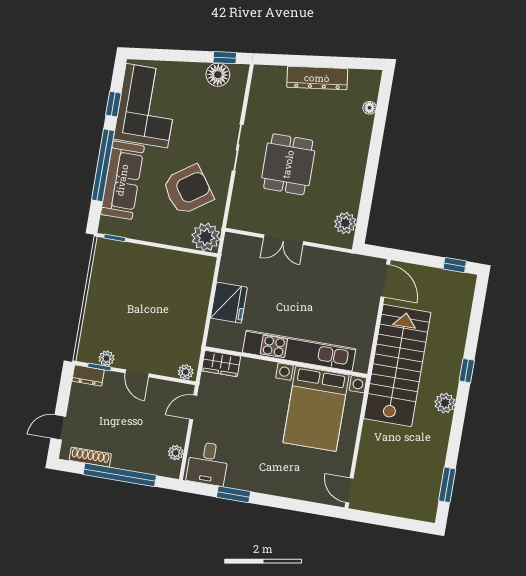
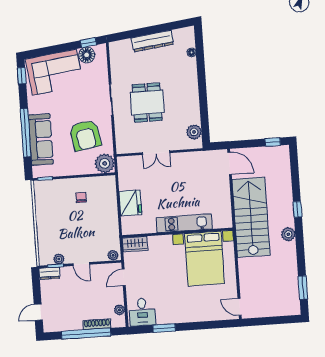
window: (113, 104) -> (22, 76), moved
corner sofa: (147, 106) -> (54, 72), moved, turned 83
armchair: (188, 190) -> (85, 135), turned 115
chair: (160, 277) -> (81, 197), added
kitchen unit: (299, 351) -> (184, 223), width x0.73
shoe rack: (90, 457) -> (97, 324), moved

